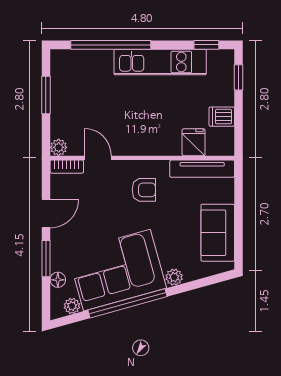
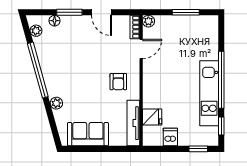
window: (111, 45) -> (221, 80), moved
corner sofa: (117, 270) -> (61, 63), removed

